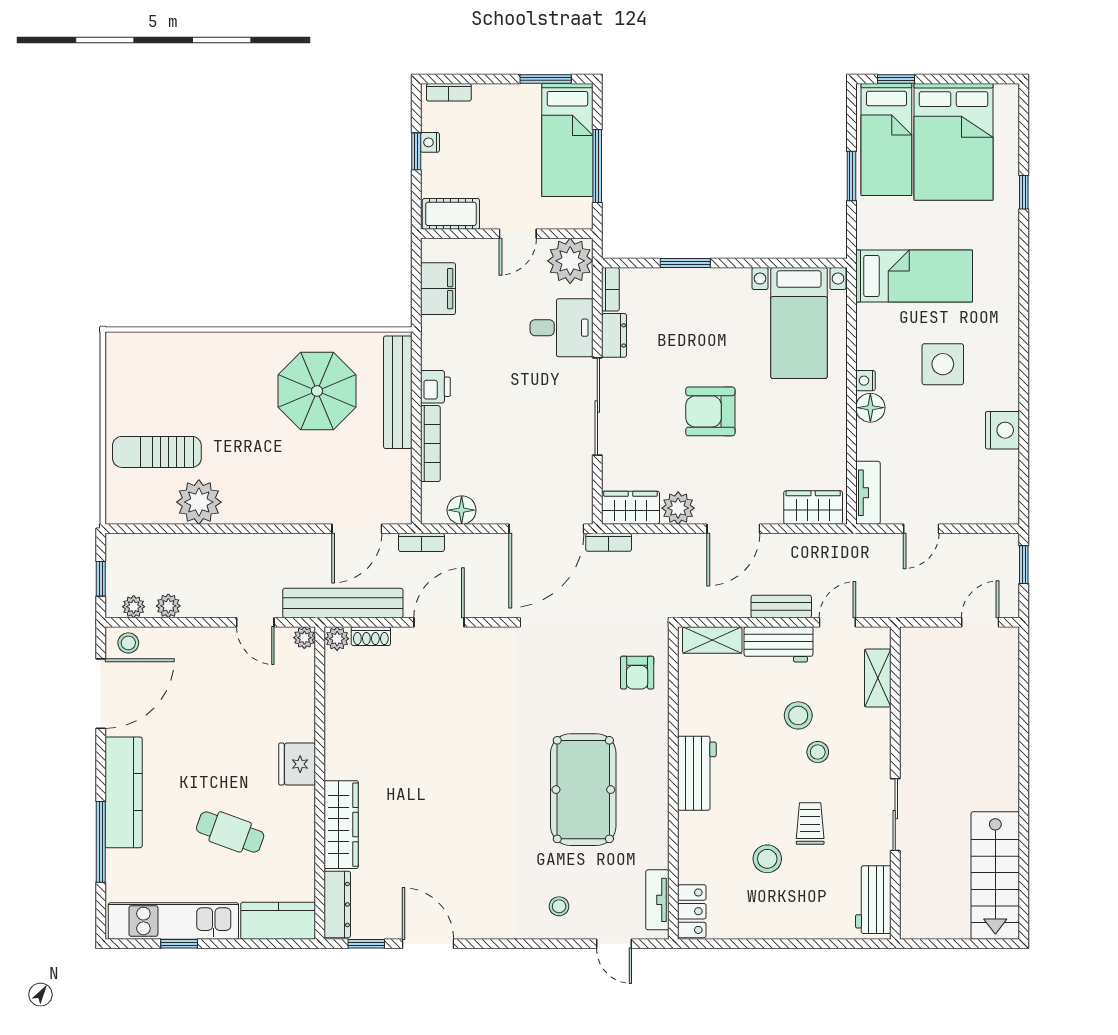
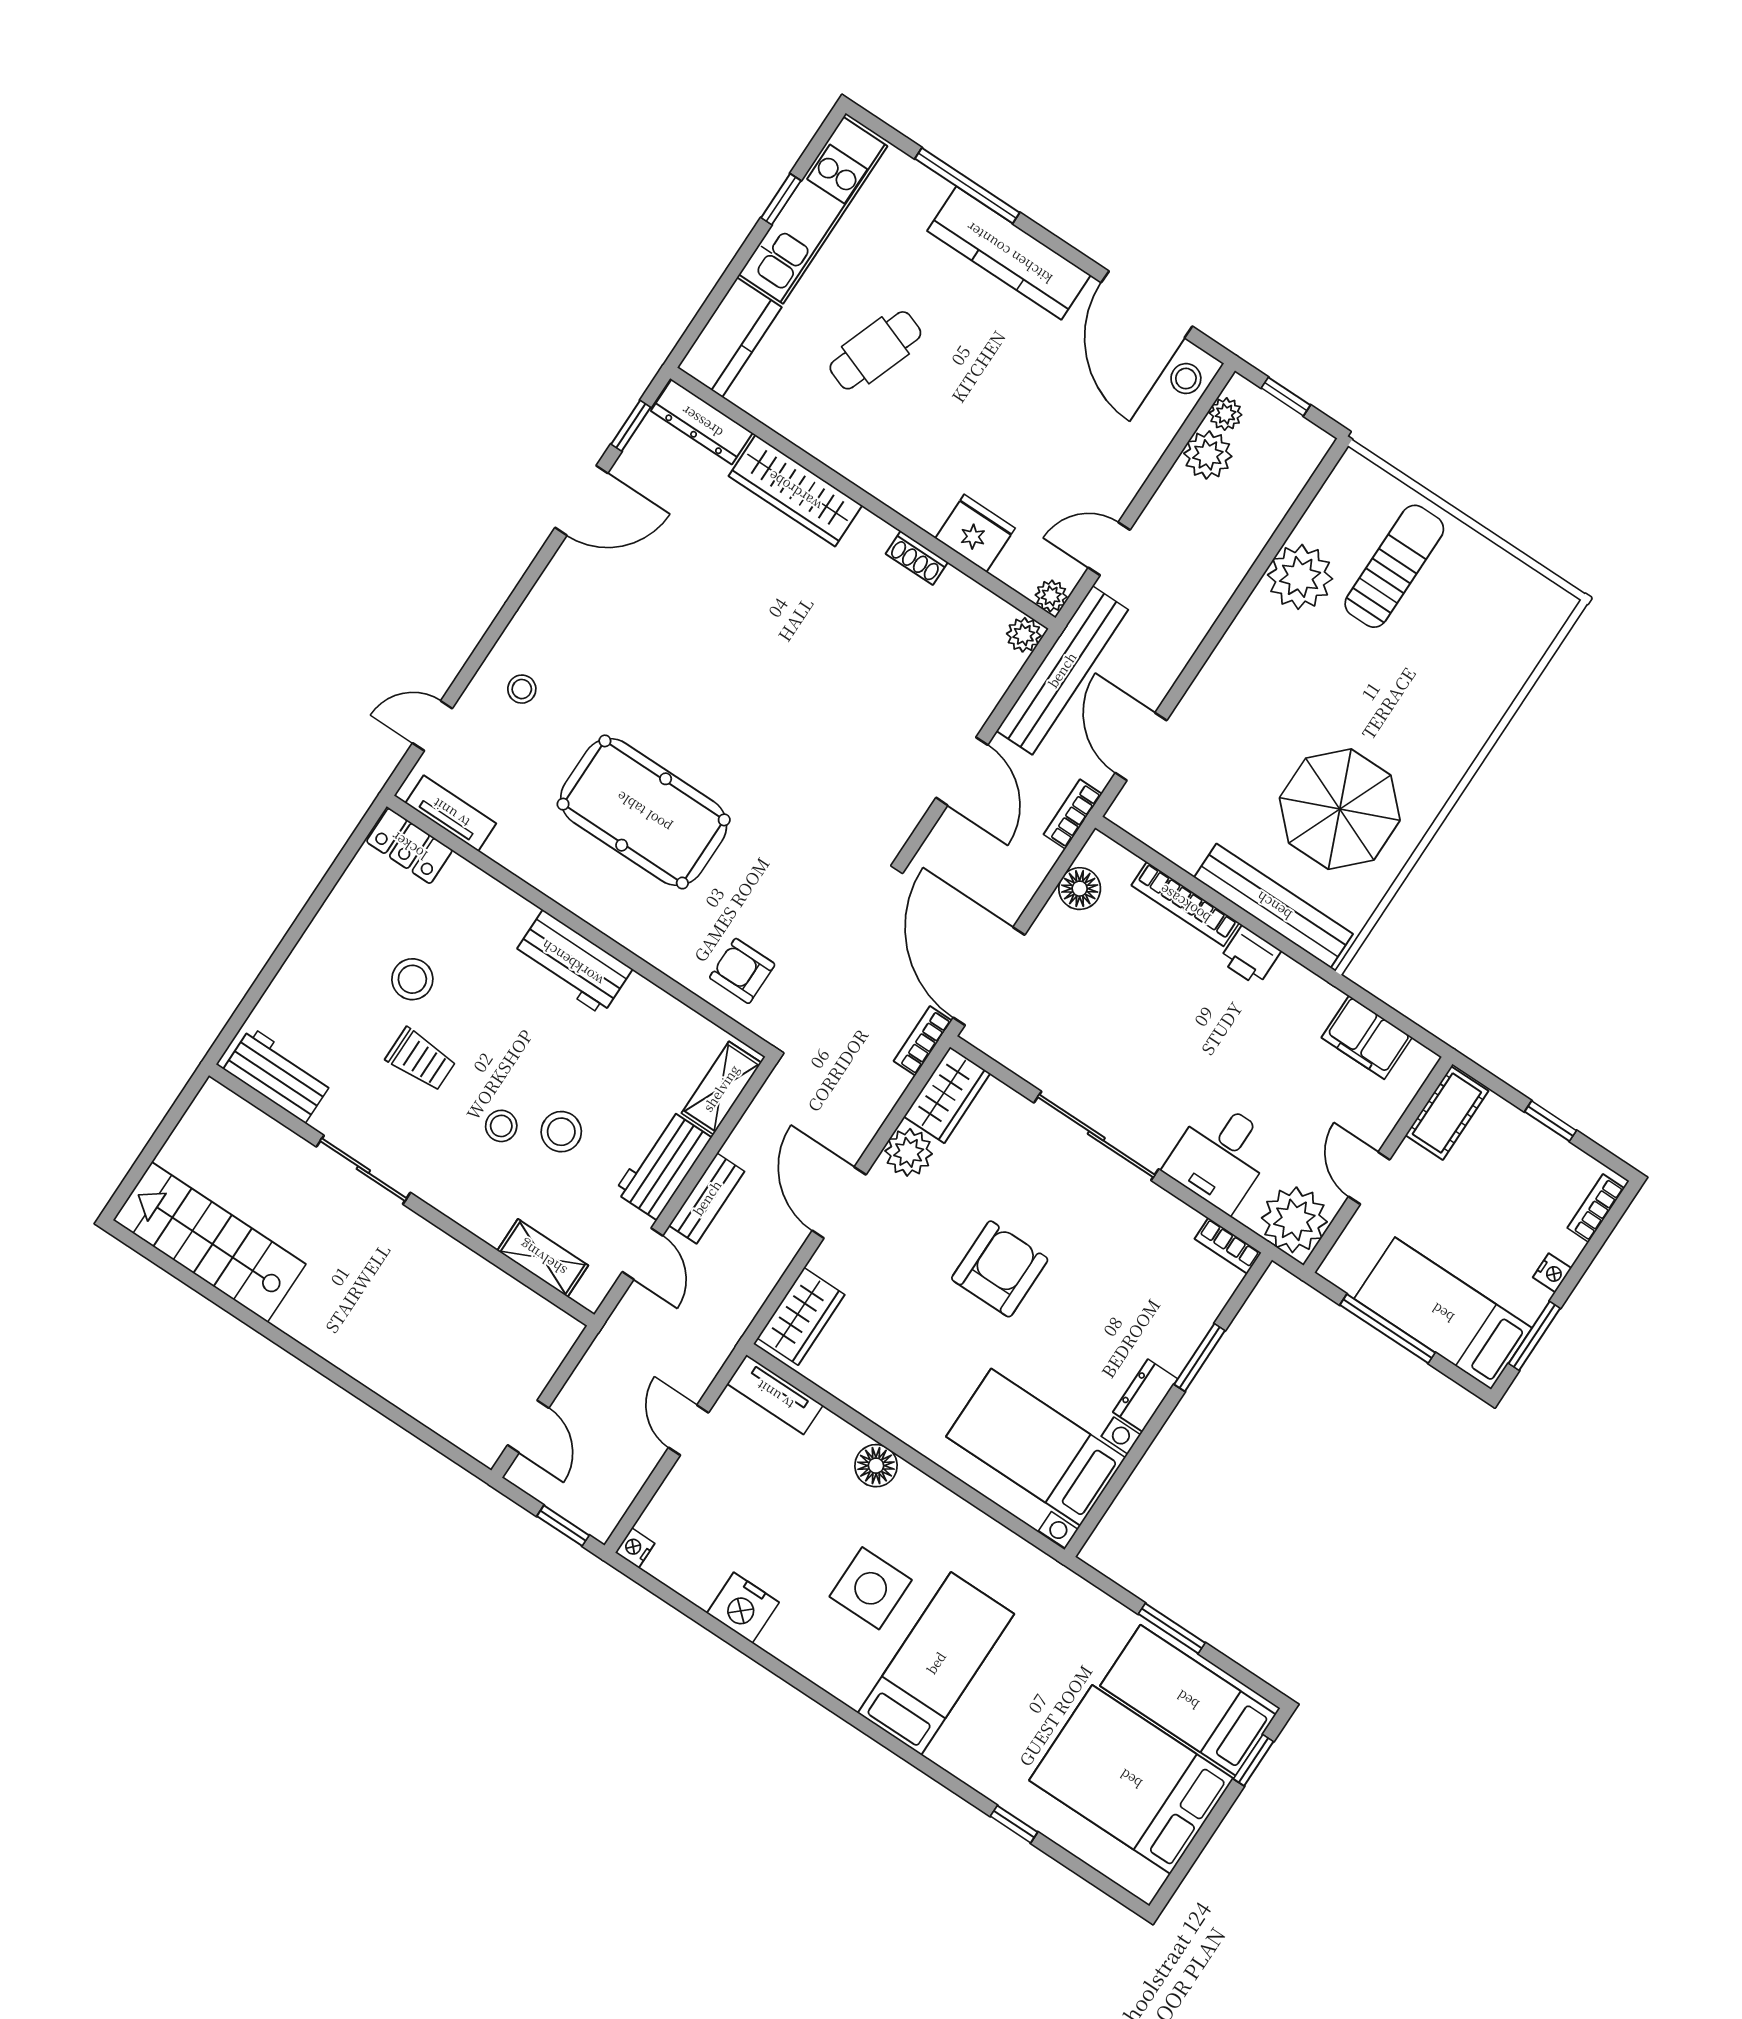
nightstand: (430, 142) -> (1552, 1273), moved, turned 90
bed: (914, 276) -> (936, 1663), moved, turned 180
dresser: (614, 335) -> (1145, 1395), moved, turned 90
nightstand: (865, 381) -> (635, 1548), moved, turned -90
plant: (168, 606) -> (1208, 455), width x1.38, depth x1.38
shoe rack: (371, 636) -> (917, 558), moved, turned -90
fridge: (297, 764) -> (975, 533), moved

